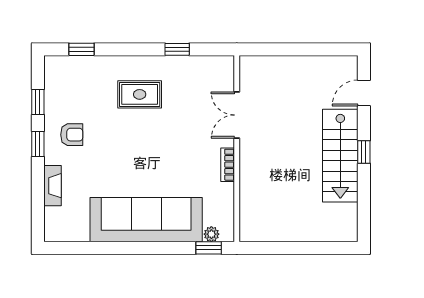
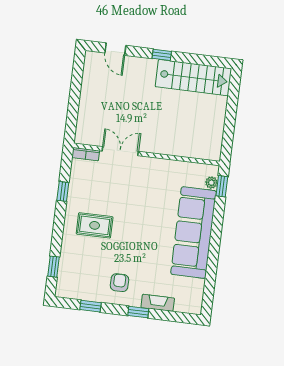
rug: (140, 94) -> (95, 225), turned 90
double door: (237, 115) -> (120, 151), swing flipped
window: (38, 144) -> (138, 312), moved
stairs: (340, 156) -> (193, 78), moved
bookcase: (228, 165) -> (86, 154), moved

